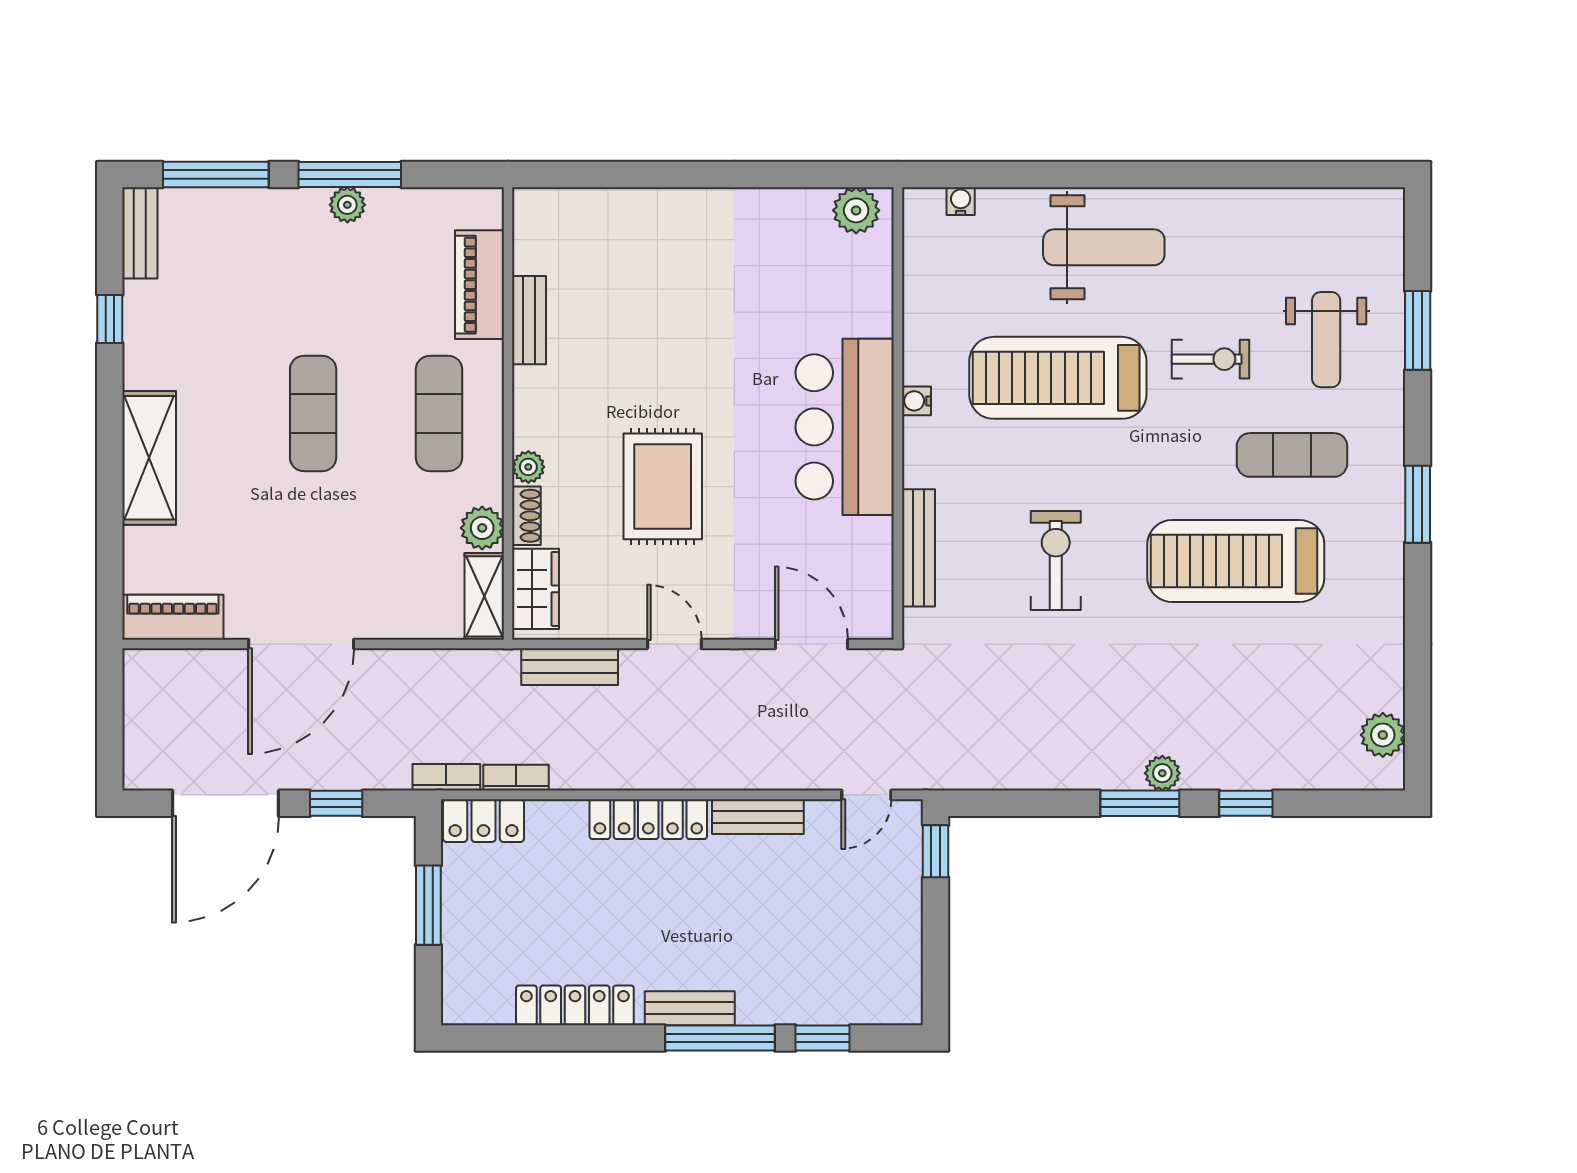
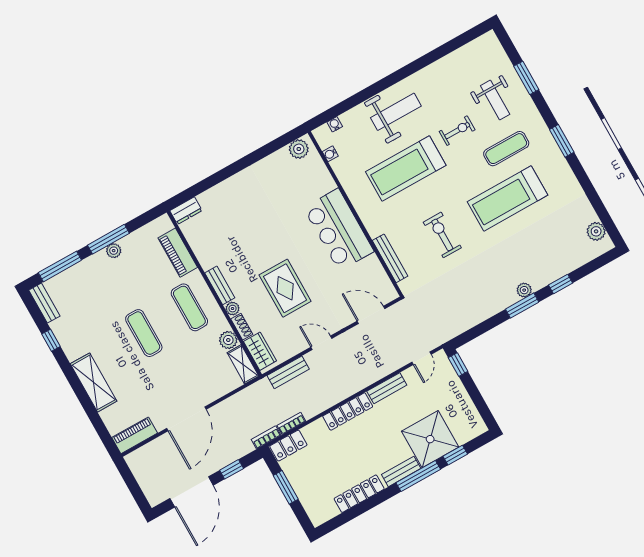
dresser: (546, 206) -> (186, 211), added
bench: (529, 320) -> (220, 285), moved
water cooler: (916, 401) -> (330, 154), moved
shower: (789, 975) -> (430, 439), added

